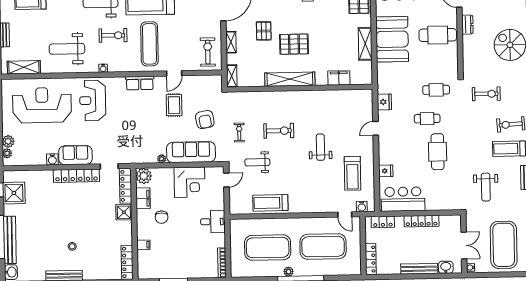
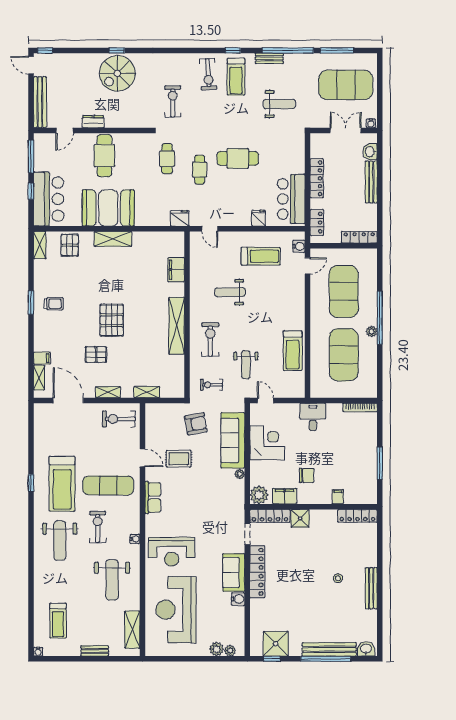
filing cabinet: (339, 78) -> (176, 270), moved
shelving: (290, 79) -> (177, 326), moved
wall: (300, 88) -> (187, 315), moved

